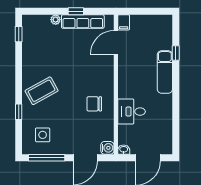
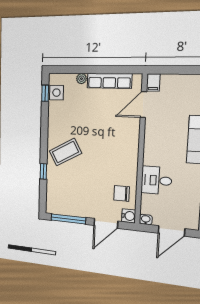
window: (76, 11) -> (102, 70), removed
chair: (94, 104) -> (122, 193), moved
side table: (43, 135) -> (56, 93), moved

